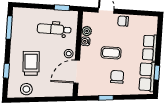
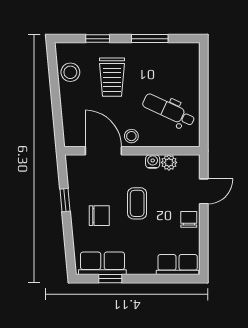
window: (62, 8) -> (204, 120), removed
window: (9, 28) -> (150, 39), moved
dental chair: (54, 29) -> (169, 110), turned -65
row of seats: (150, 48) -> (178, 265), moved
trolley: (31, 63) -> (112, 77), turned 93

